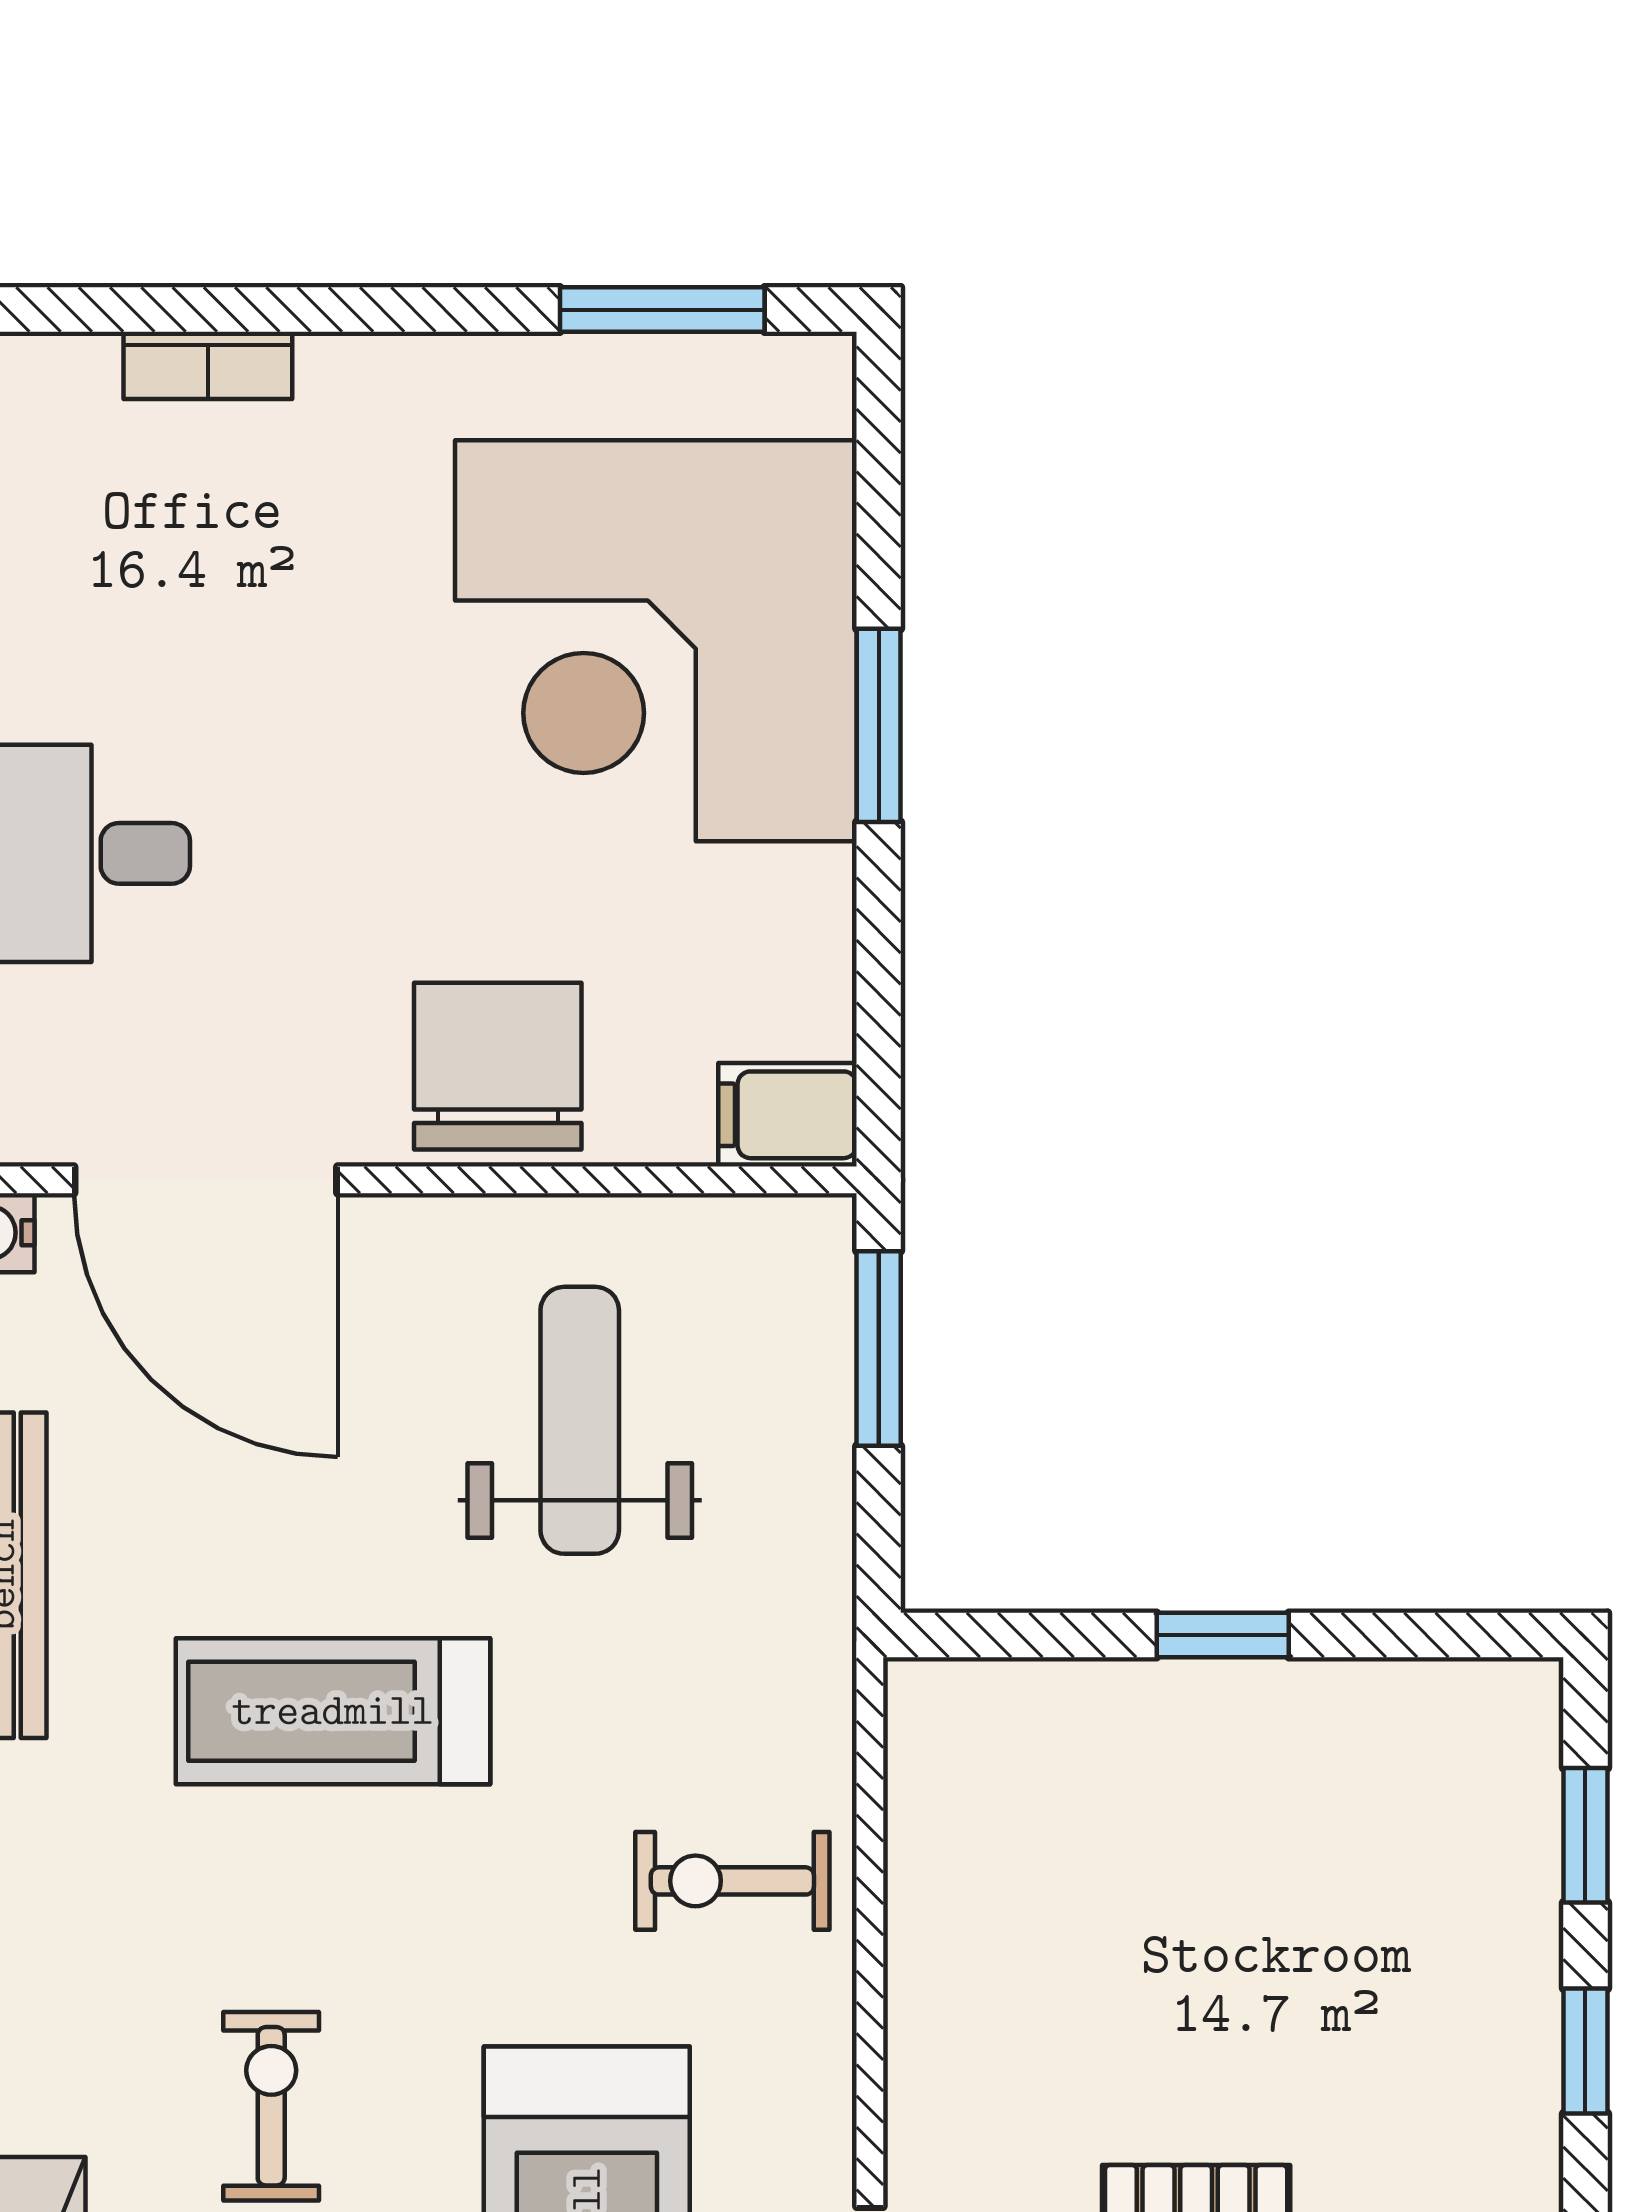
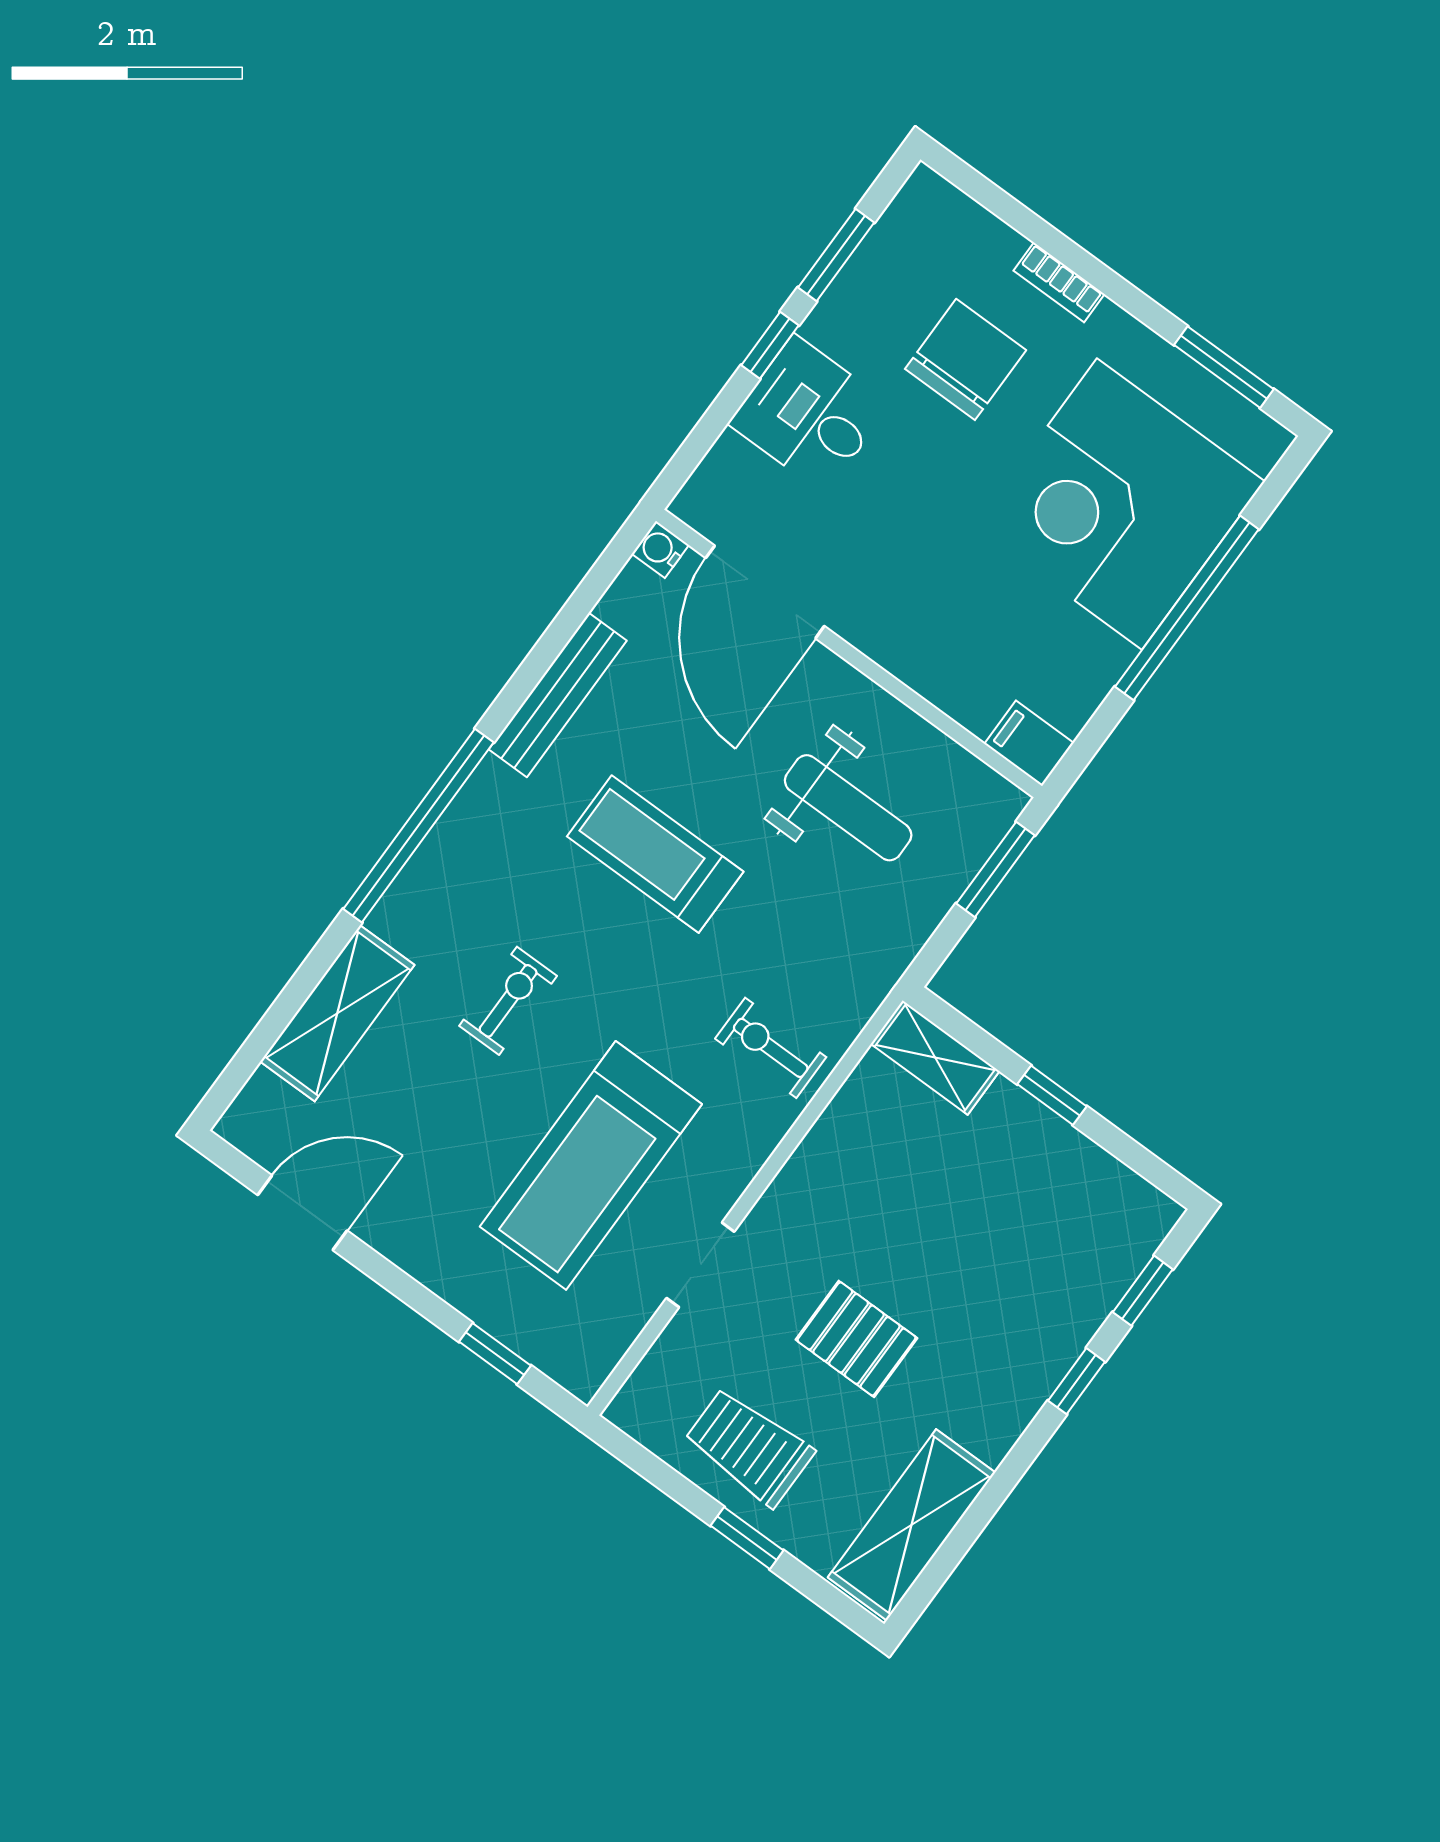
bookcase: (208, 365) -> (1059, 282), moved
window: (879, 725) -> (1187, 608), width x2.11
chair: (498, 1066) -> (966, 359), moved
weight bench: (580, 1420) -> (848, 808), turned 90
shelving: (999, 1709) -> (935, 1058), added

